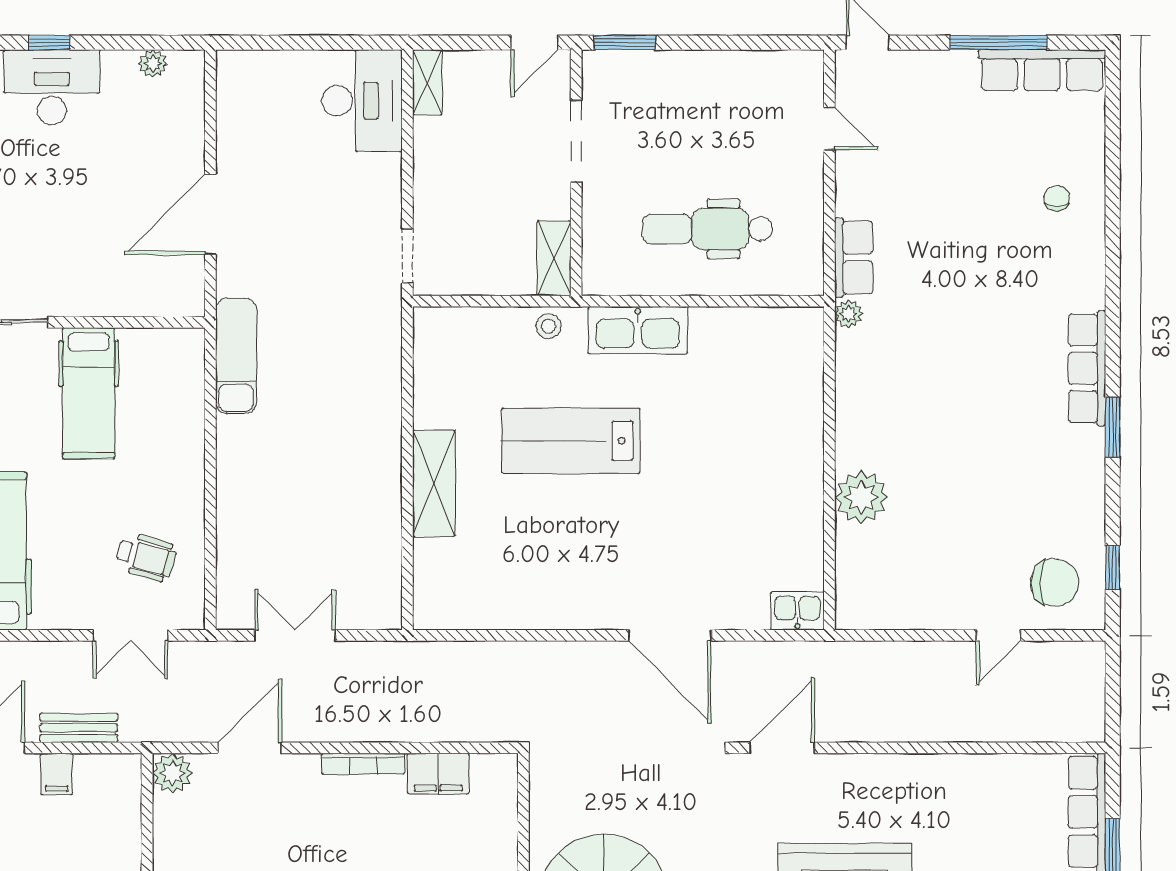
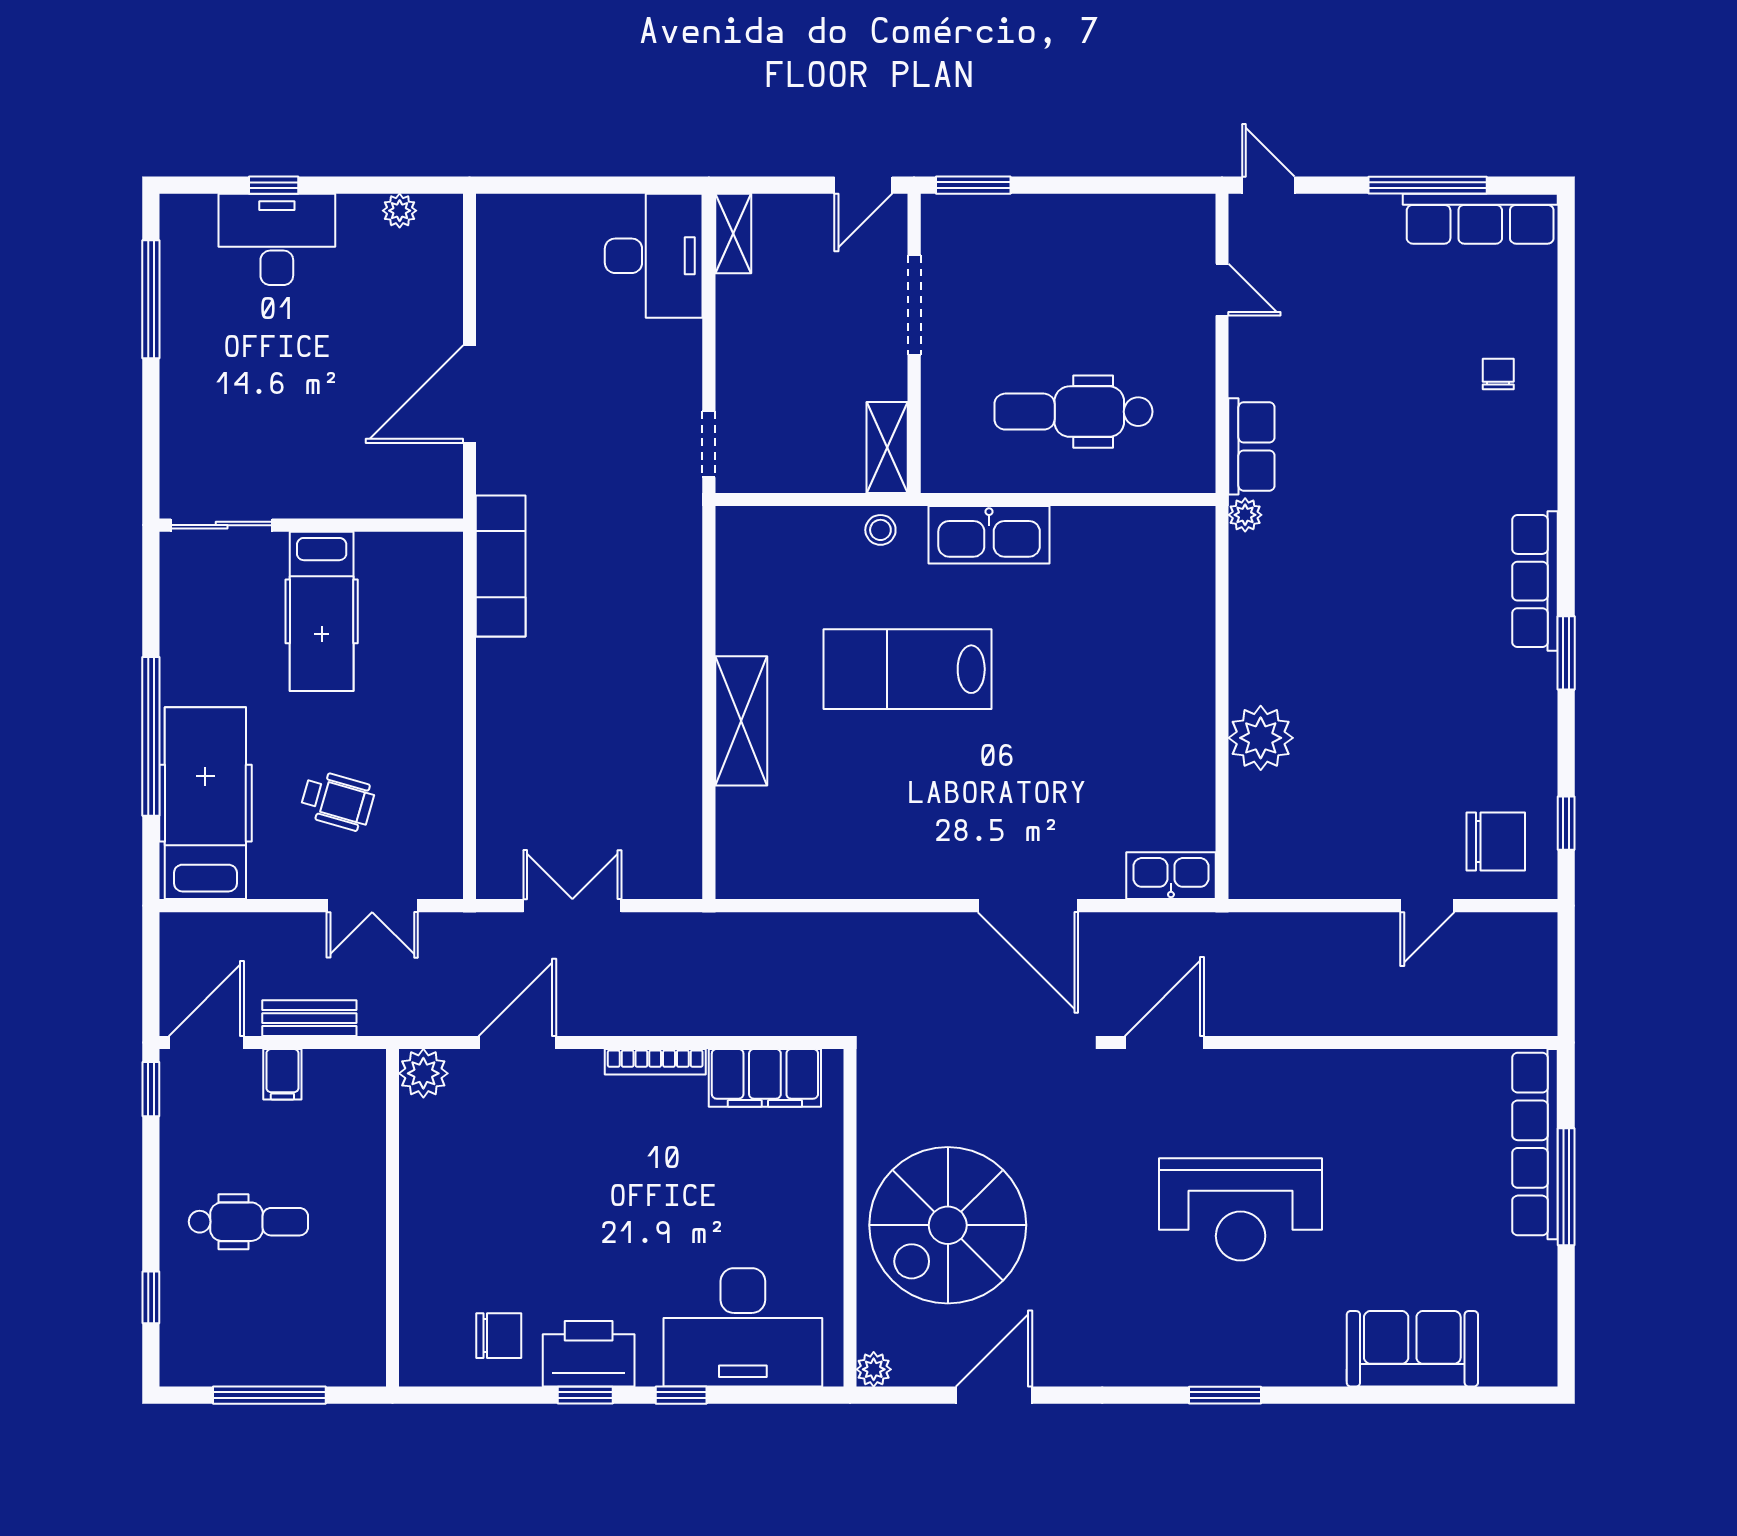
wheelchair: (146, 557) -> (337, 801), moved
kitchen sink: (798, 611) -> (1171, 876), width x1.38
filing cabinet: (438, 774) -> (765, 1078), width x1.50, depth x1.17

